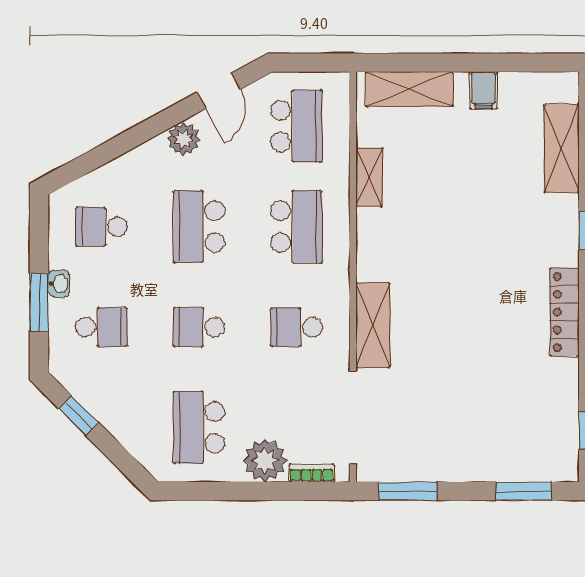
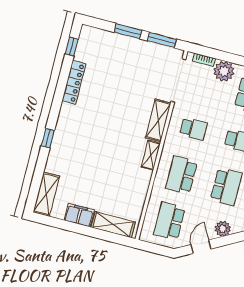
filing cabinet: (483, 90) -> (79, 215), width x2.00
shelving: (562, 148) -> (46, 194), moved
shelving: (369, 177) -> (151, 155), moved
locker: (565, 312) -> (74, 82), moved
window: (524, 491) -> (128, 31), moved

